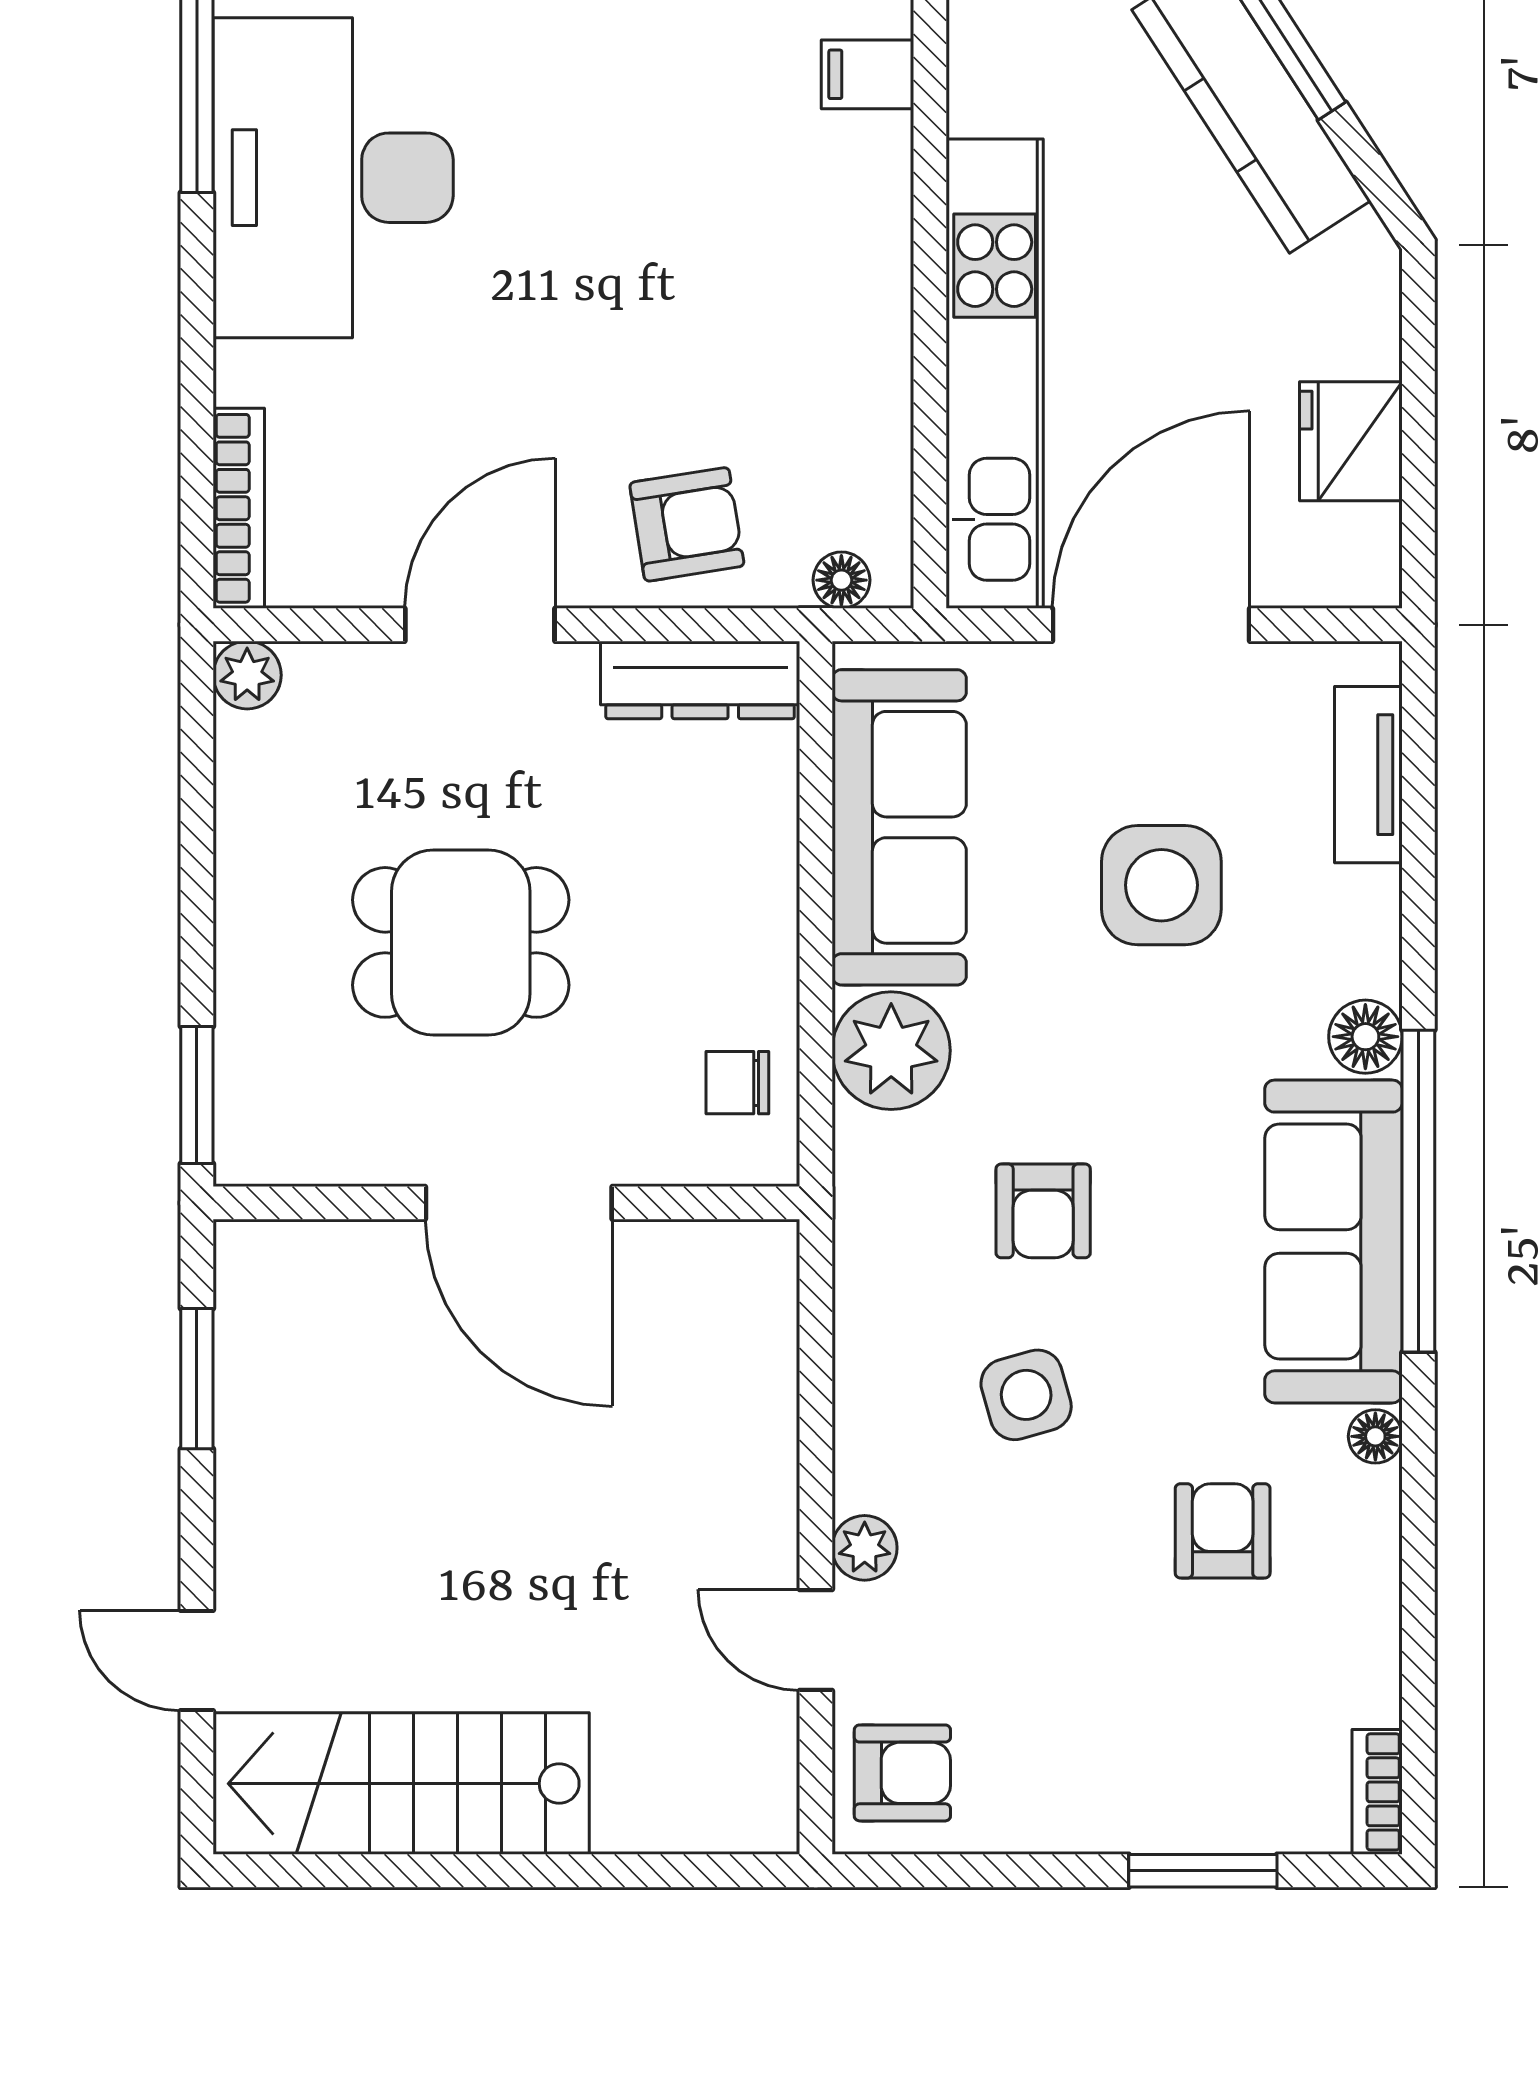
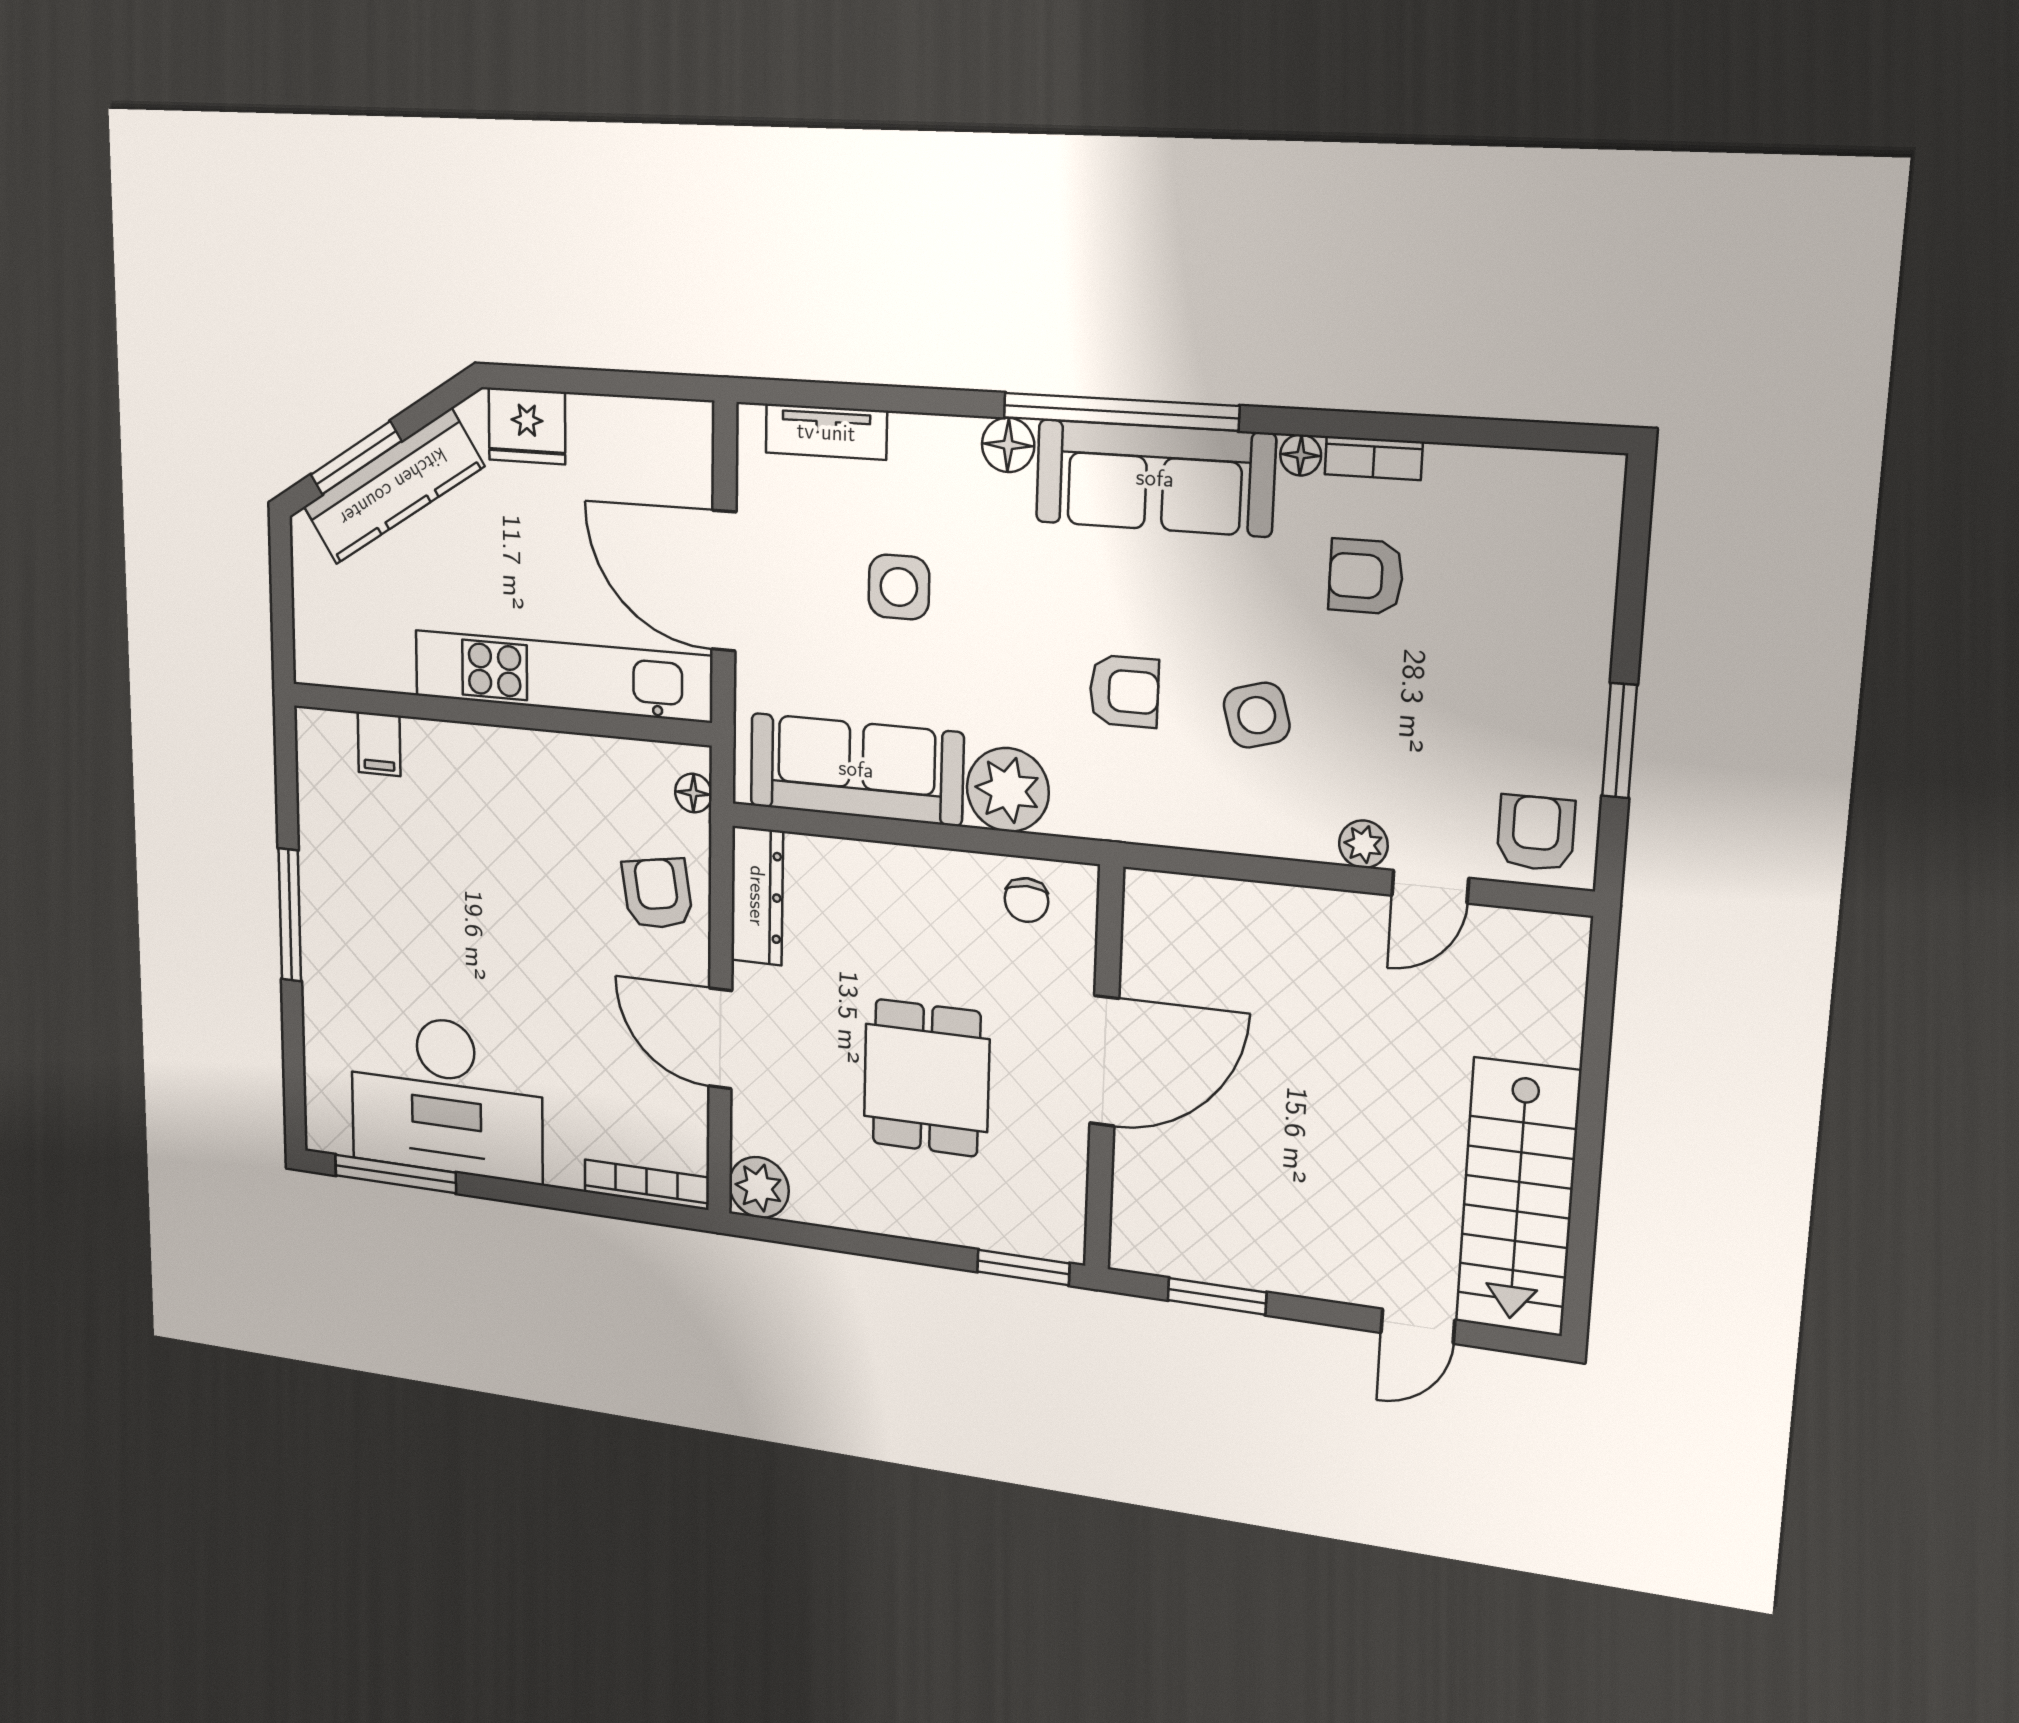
fridge: (1351, 441) -> (527, 426), moved
plant: (247, 675) -> (759, 1187), width x1.38, depth x1.38
side table: (1161, 885) -> (899, 587), width x0.73, depth x0.73
bookcase: (1377, 1792) -> (1374, 458), moved
window: (1203, 1871) -> (1620, 741), moved

